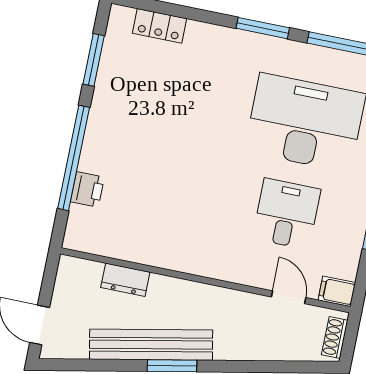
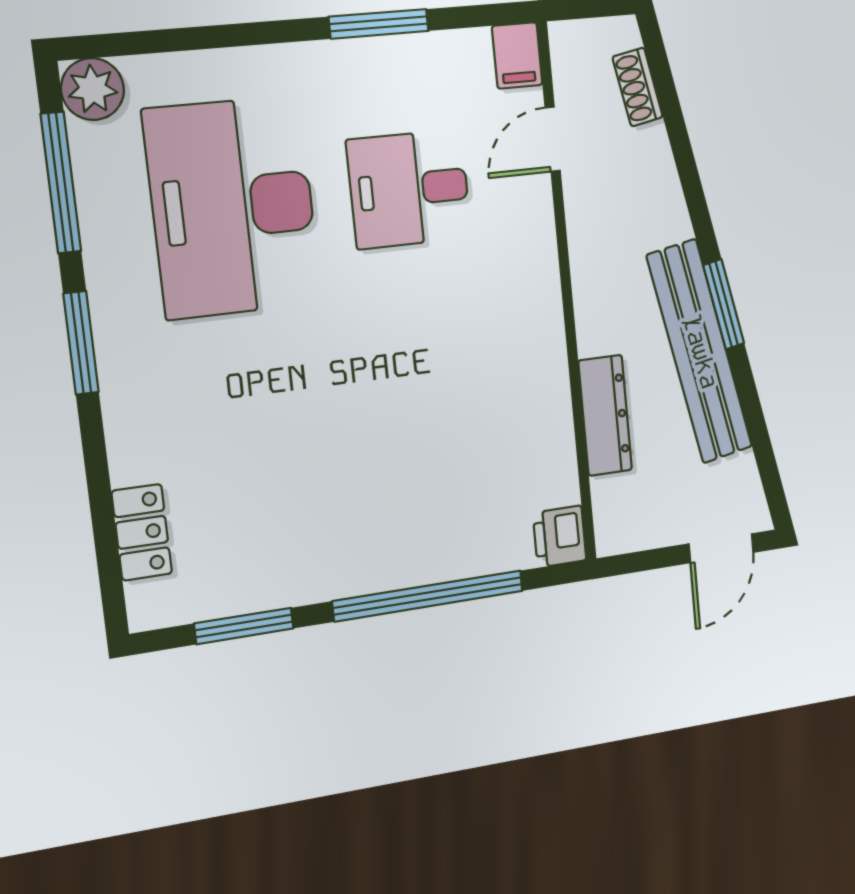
printer: (87, 190) -> (560, 537), moved, turned -90
dresser: (125, 280) -> (605, 415), width x1.44
shoe rack: (335, 337) -> (638, 87), moved, turned 79

